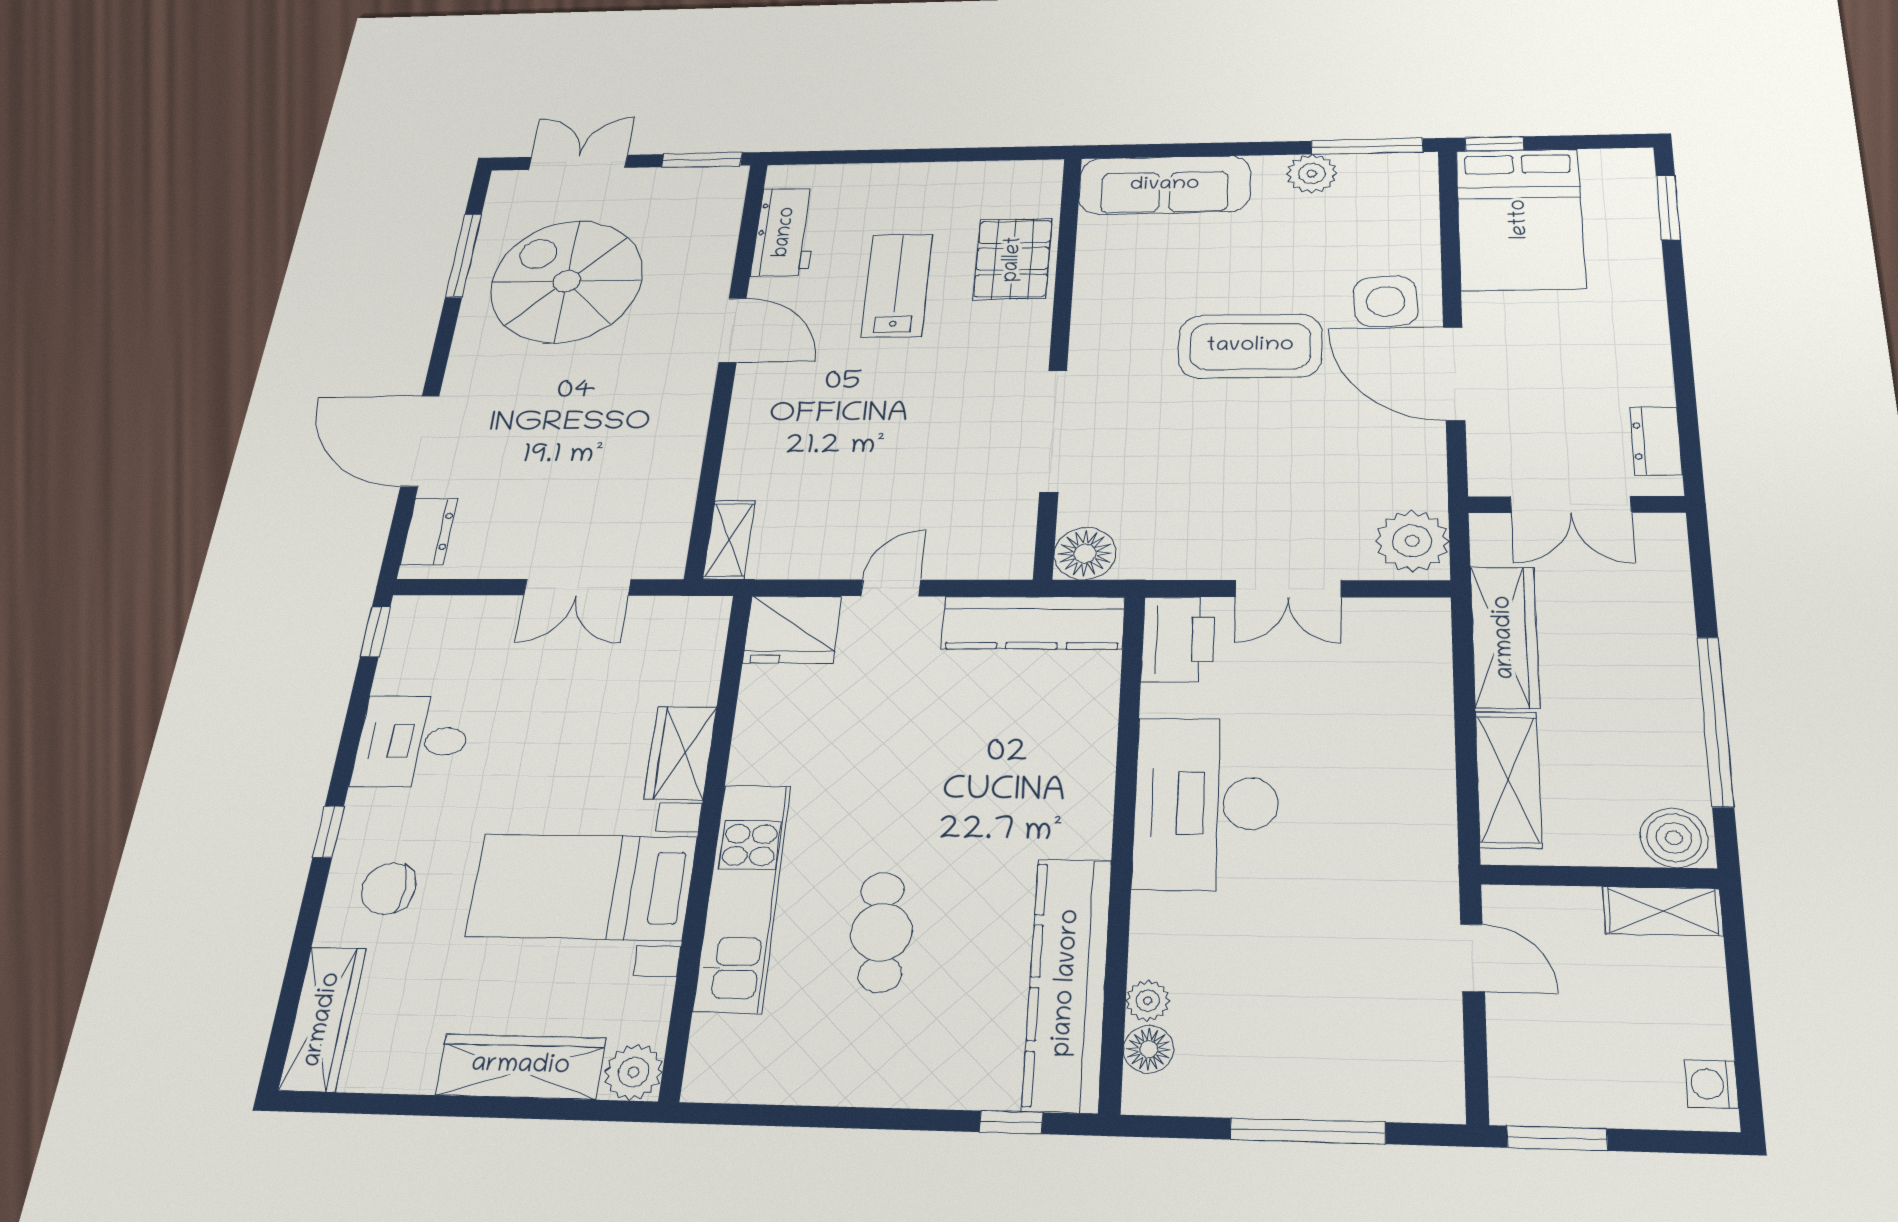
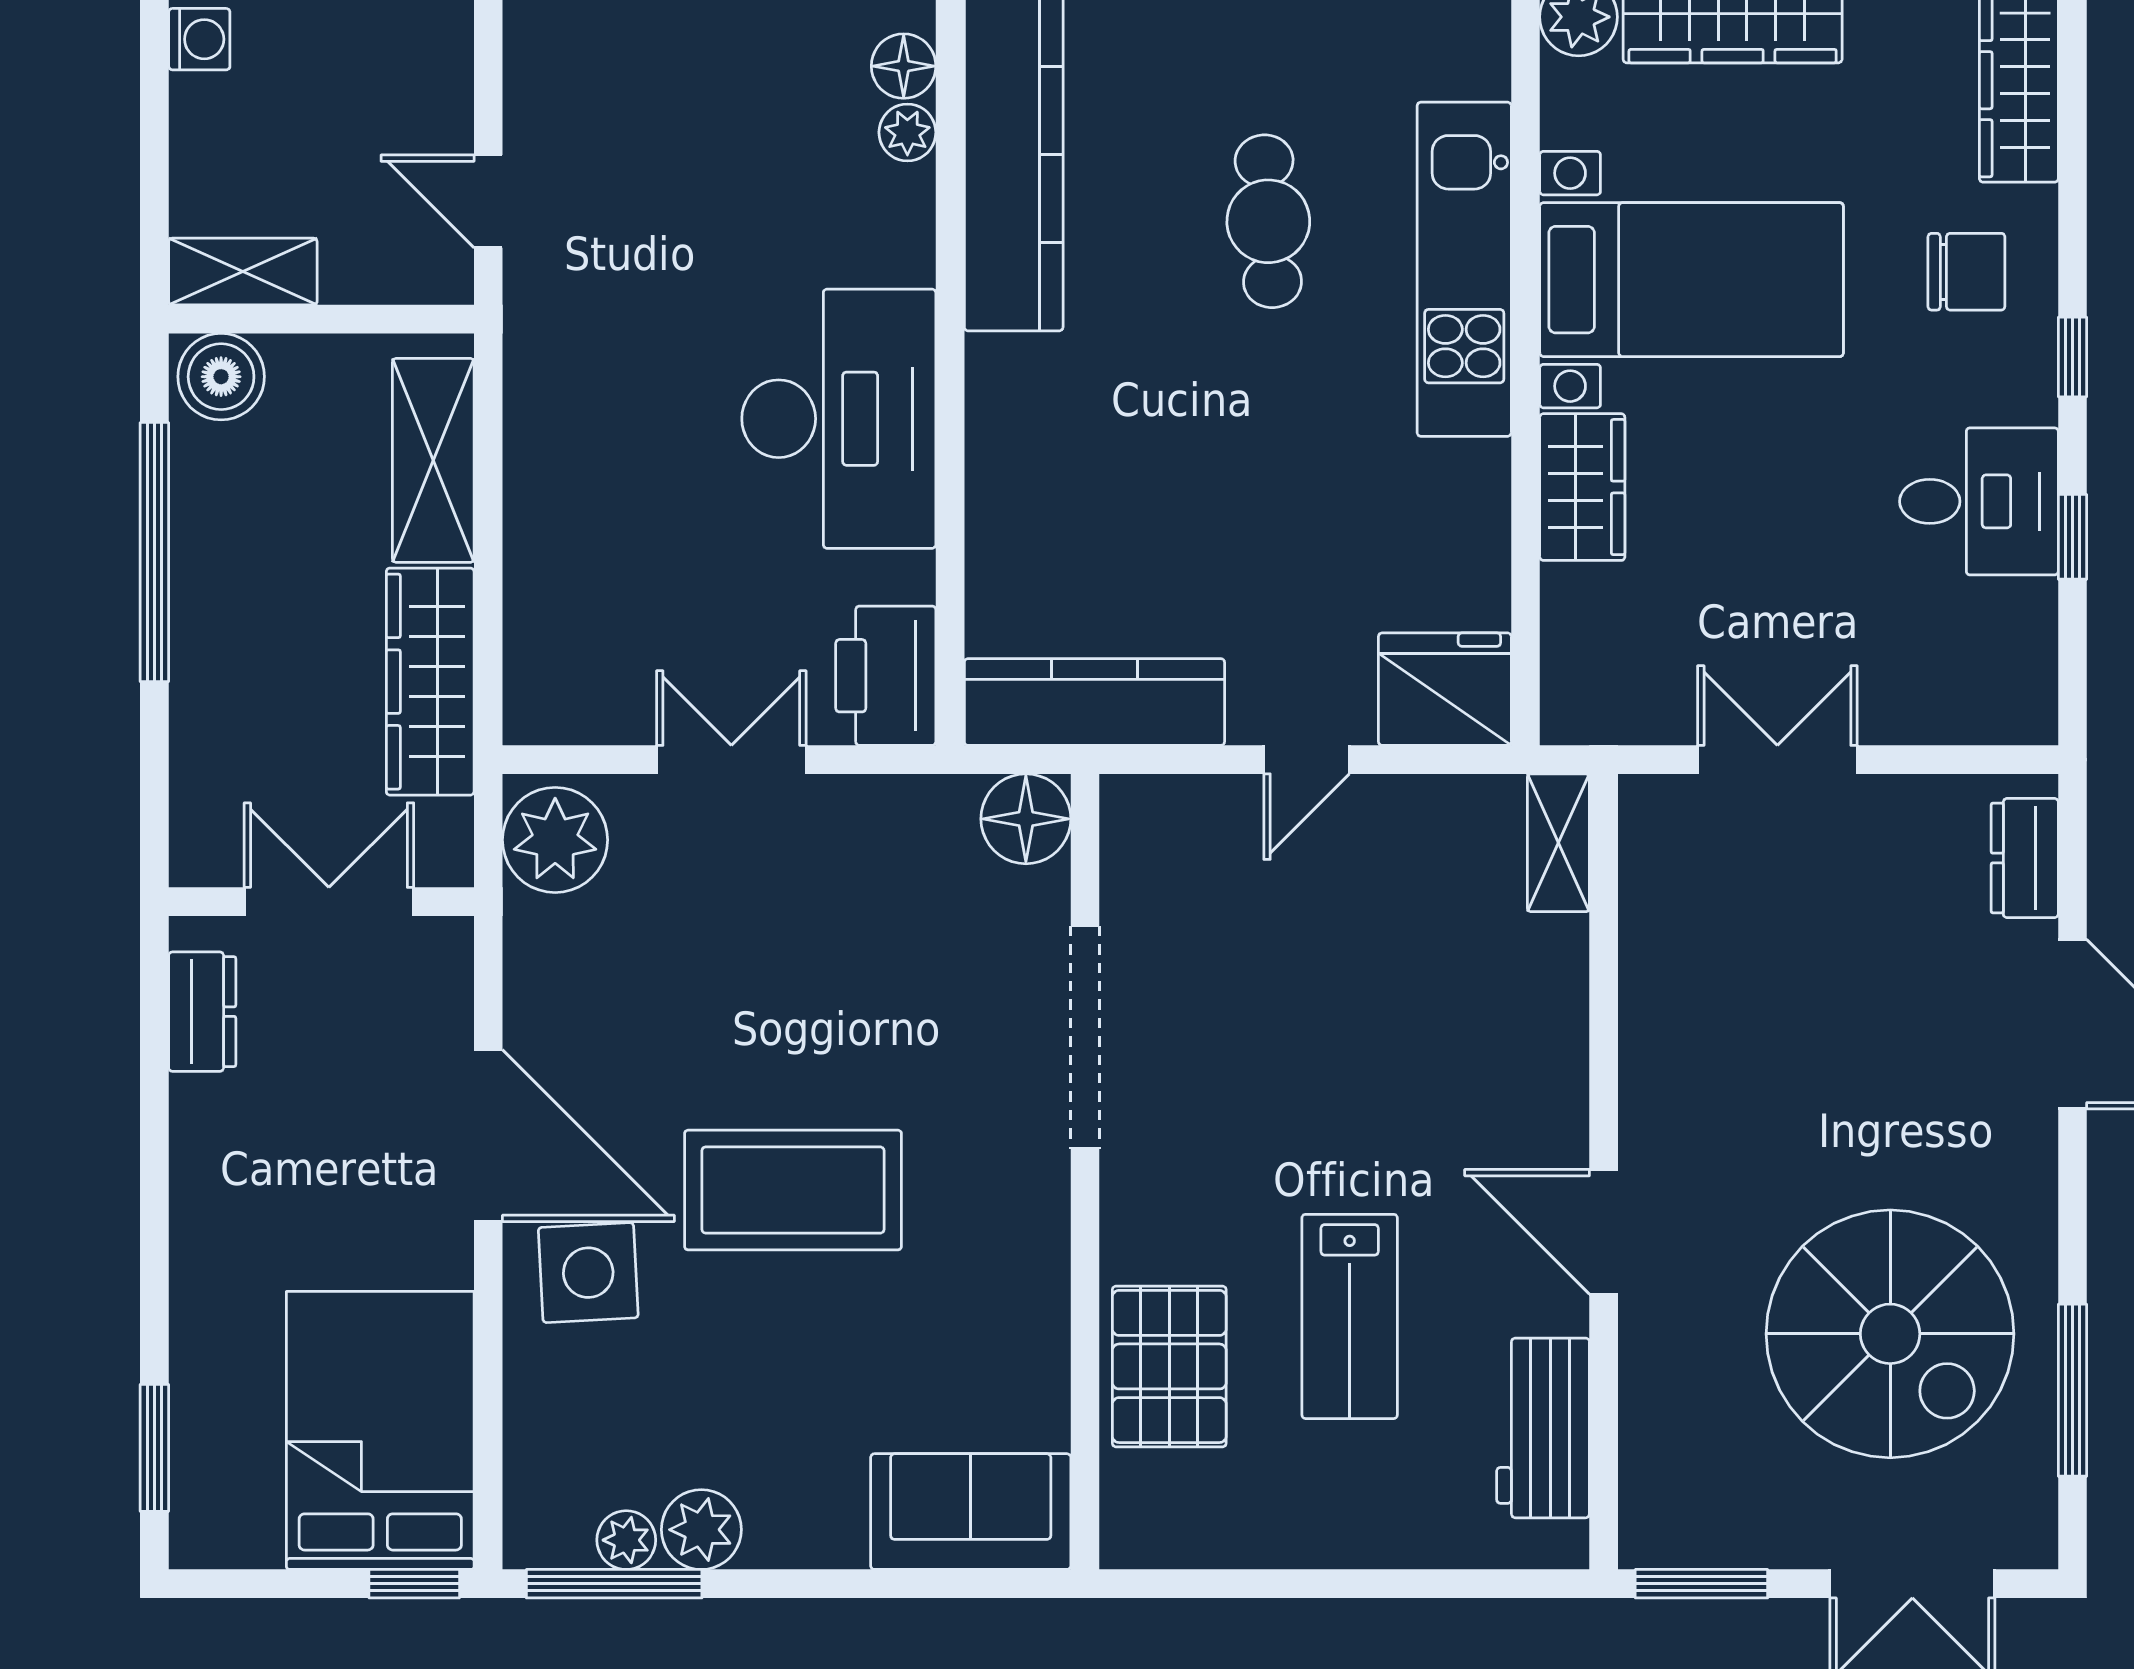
plant: (1360, 168) -> (626, 1540), added
sofa: (1165, 185) -> (971, 1512), width x0.73
window: (375, 632) -> (2073, 537), moved

